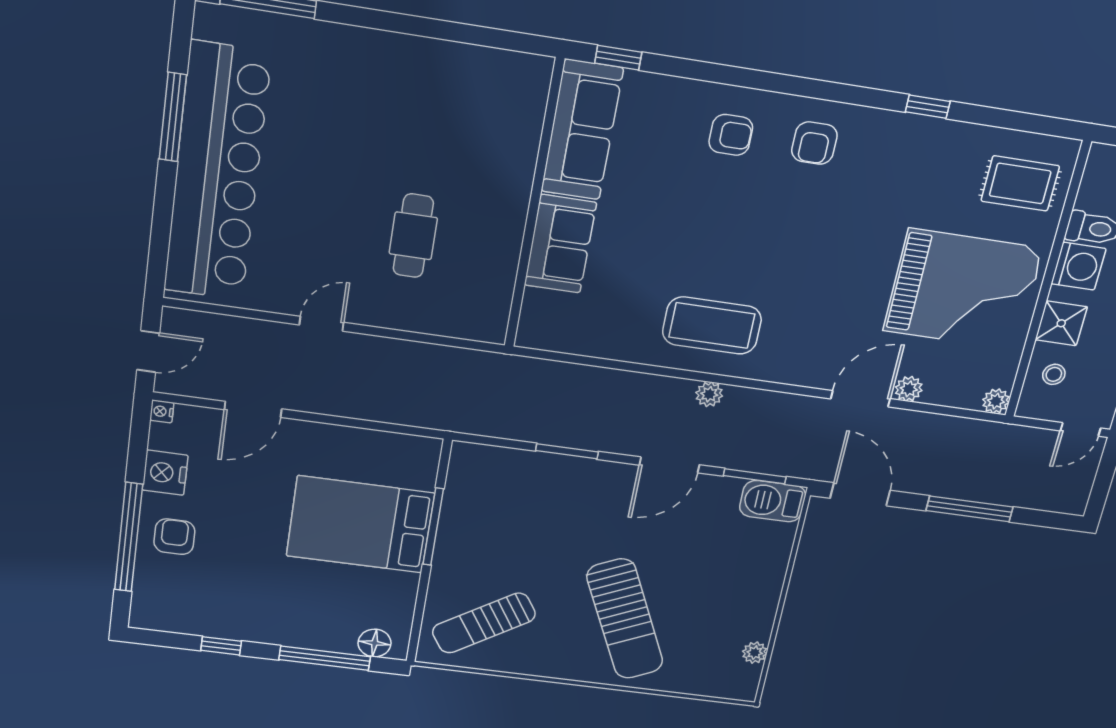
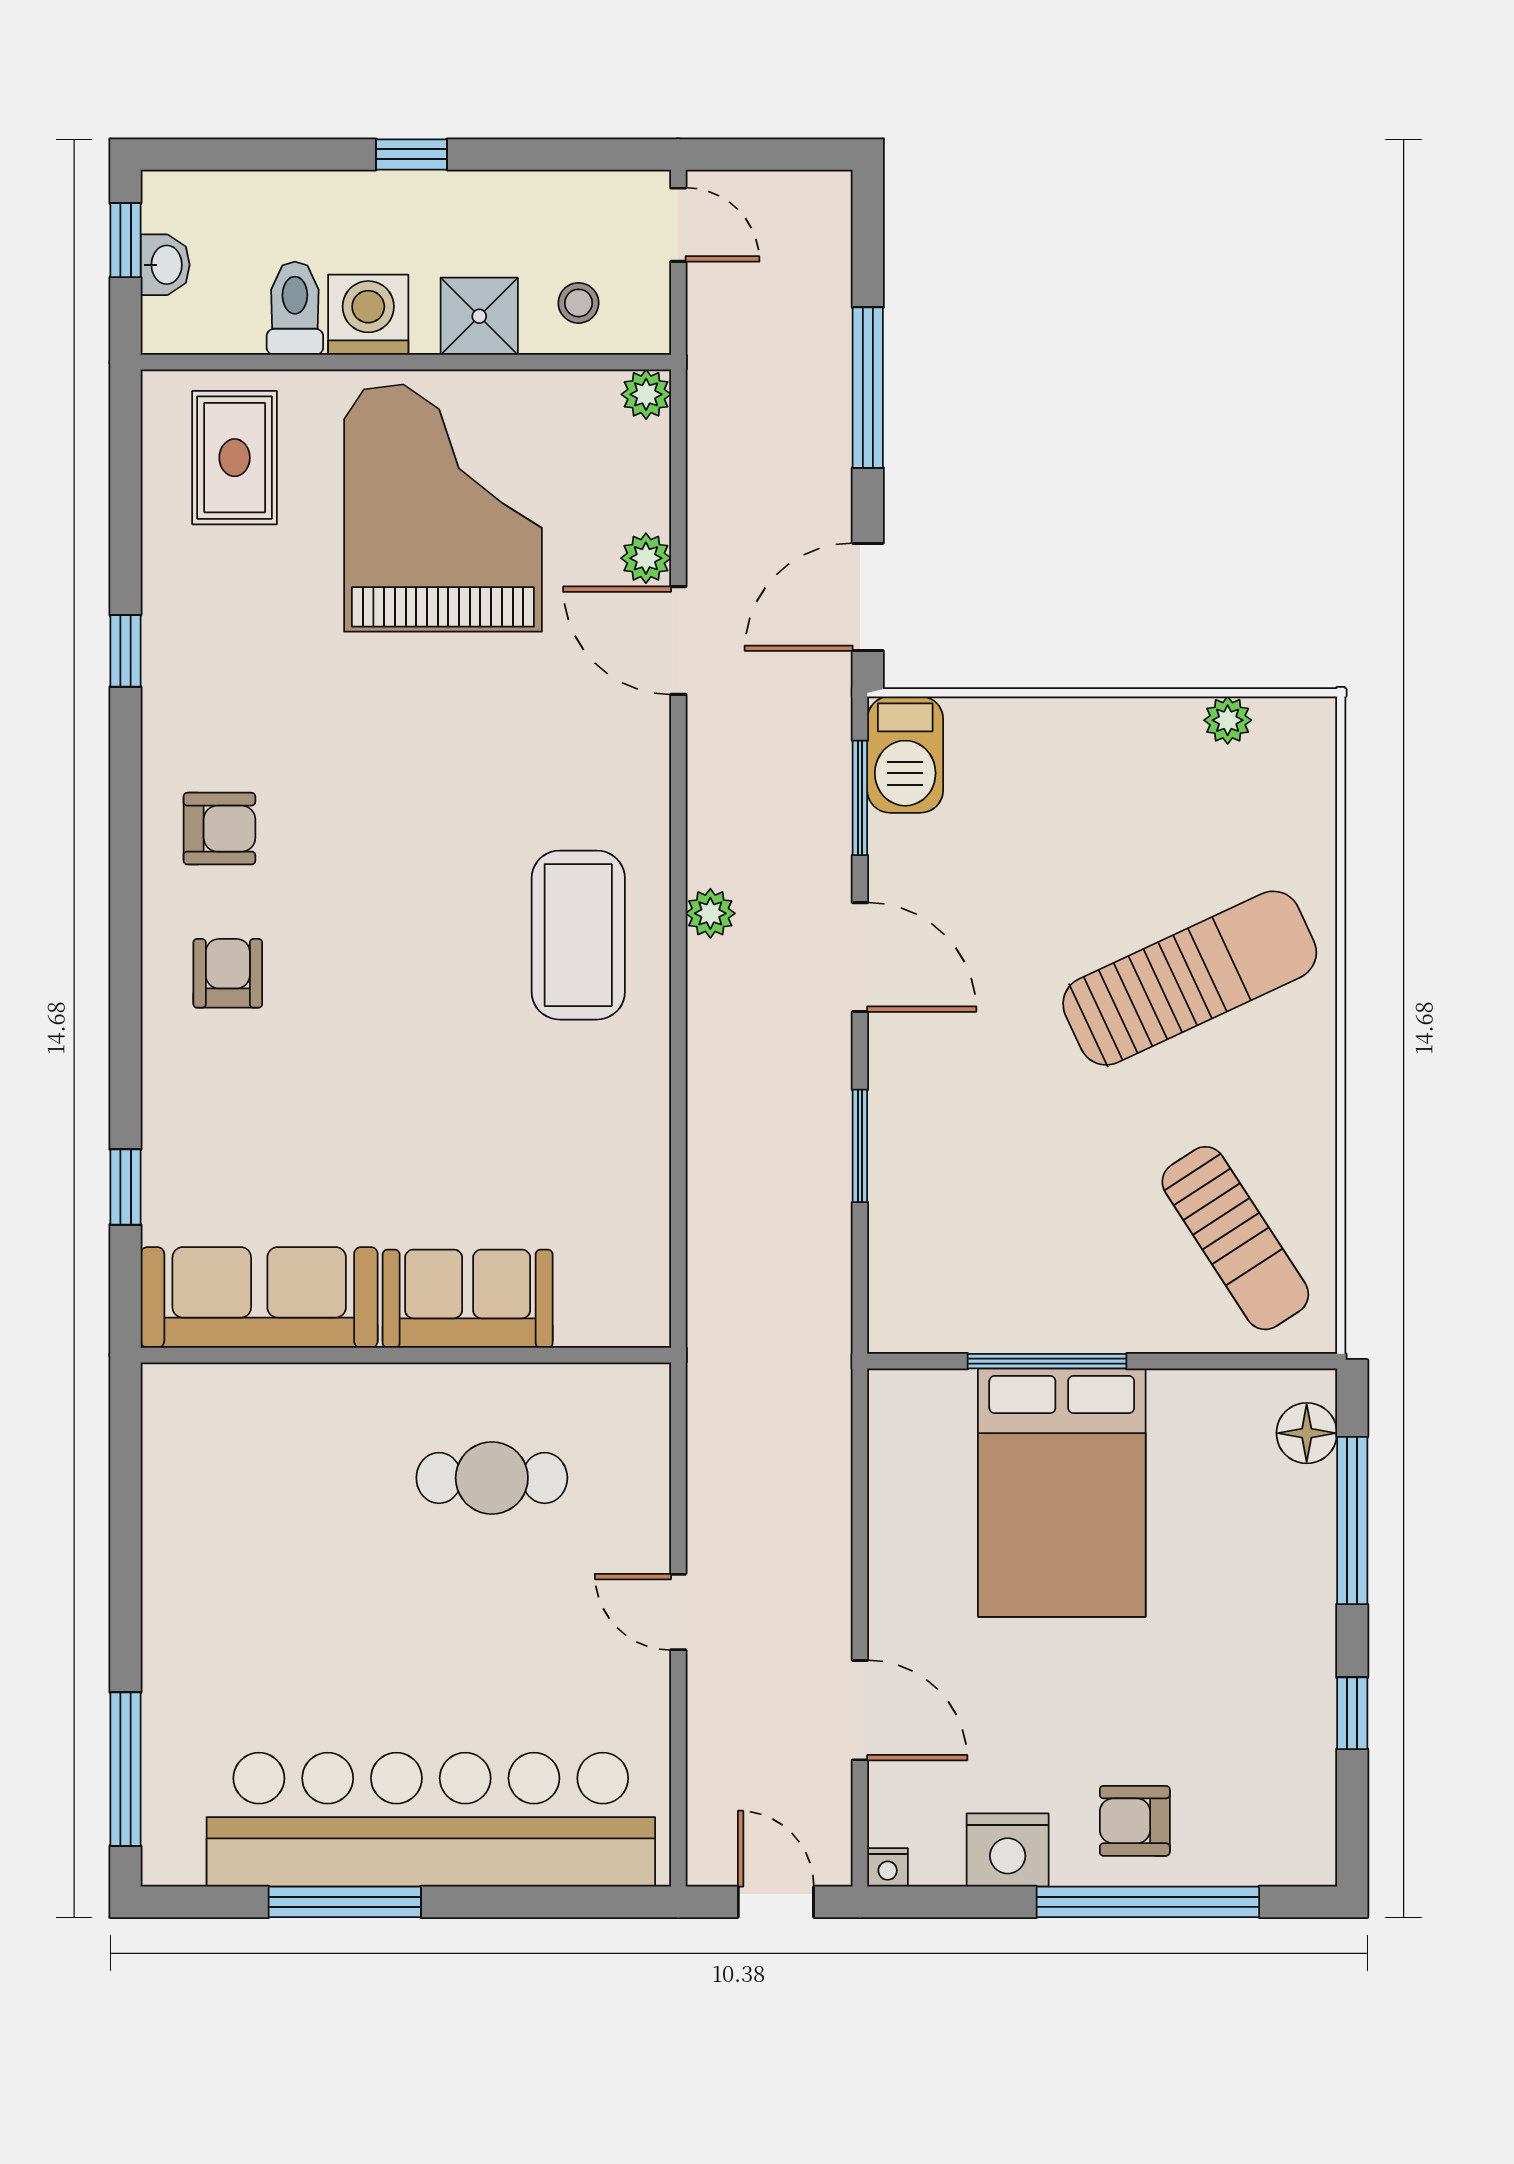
sofa: (582, 130) -> (259, 1297), moved
wall: (534, 206) -> (406, 1355), moved
sofa: (560, 244) -> (468, 1299), moved

